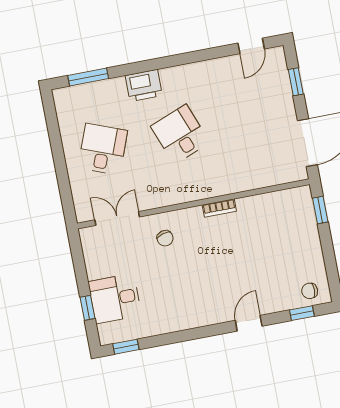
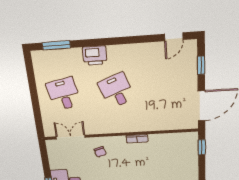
desk: (103, 149) -> (64, 94), turned -33

